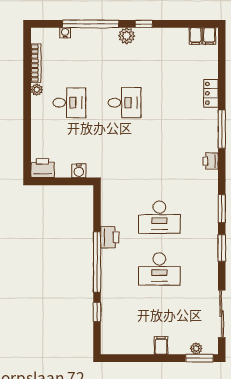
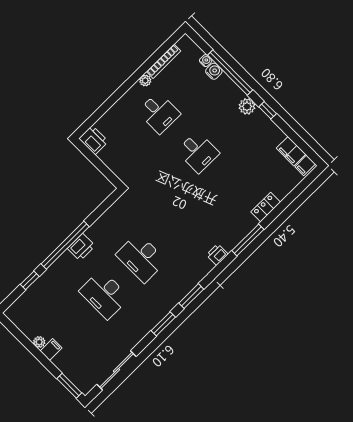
filing cabinet: (196, 36) -> (291, 151), width x2.00
water cooler: (79, 171) -> (214, 71), moved, turned 180
printer: (110, 237) -> (81, 247), moved
plant: (196, 349) -> (39, 342), moved

